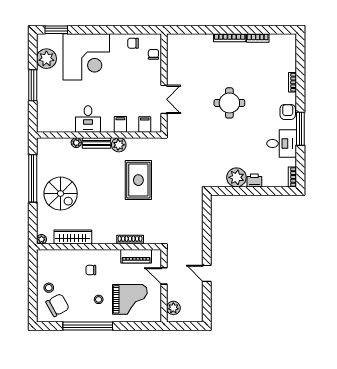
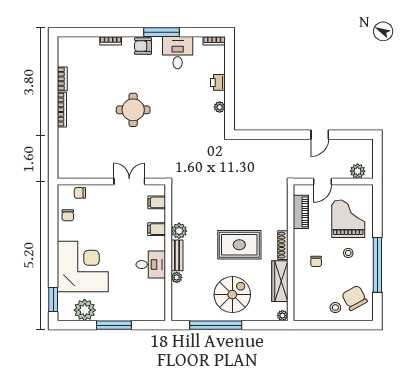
plant: (236, 177) -> (220, 107), width x0.53, depth x0.53
rug: (138, 180) -> (239, 245), moved
shoe rack: (130, 240) -> (283, 245), moved

